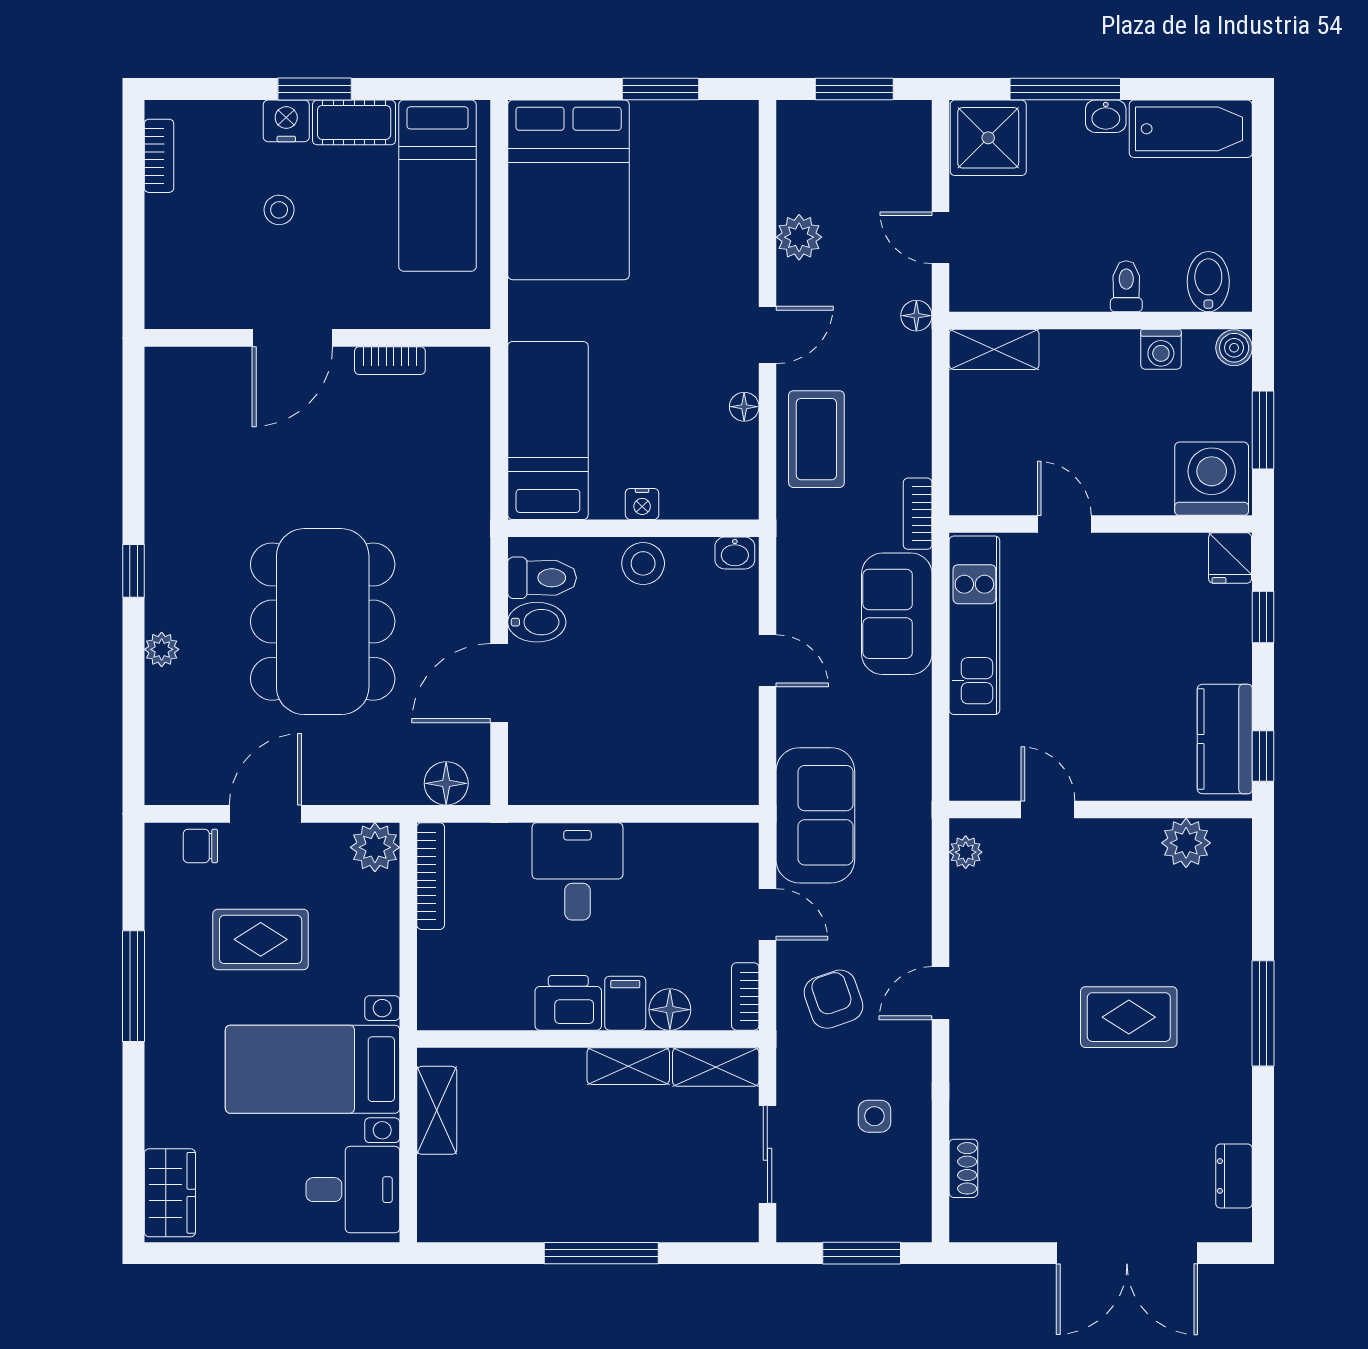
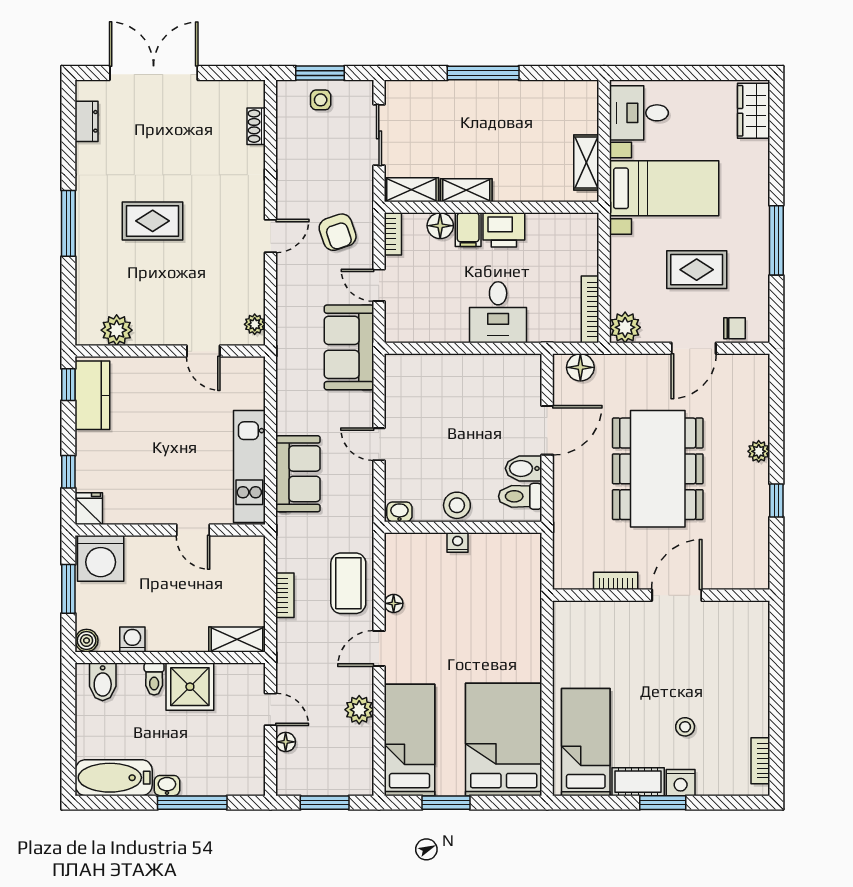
shower: (988, 138) -> (190, 687), moved
floor lamp: (916, 316) -> (286, 742), moved
door: (292, 338) -> (677, 595), moved
wall: (317, 338) -> (661, 595), moved
bookcase: (390, 361) -> (616, 581), moved
bed: (548, 430) -> (410, 740), moved, turned 180
bookcase: (918, 514) -> (285, 595), moved
side table: (874, 1116) -> (321, 100), moved

